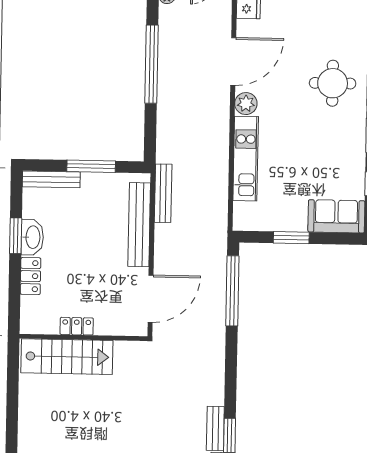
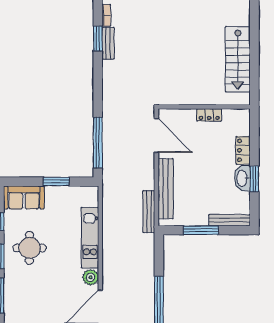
round table: (333, 83) -> (29, 248), moved
door: (151, 299) -> (156, 136), swing flipped
stairs: (67, 357) -> (238, 59), moved, turned -90

